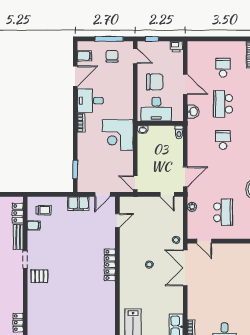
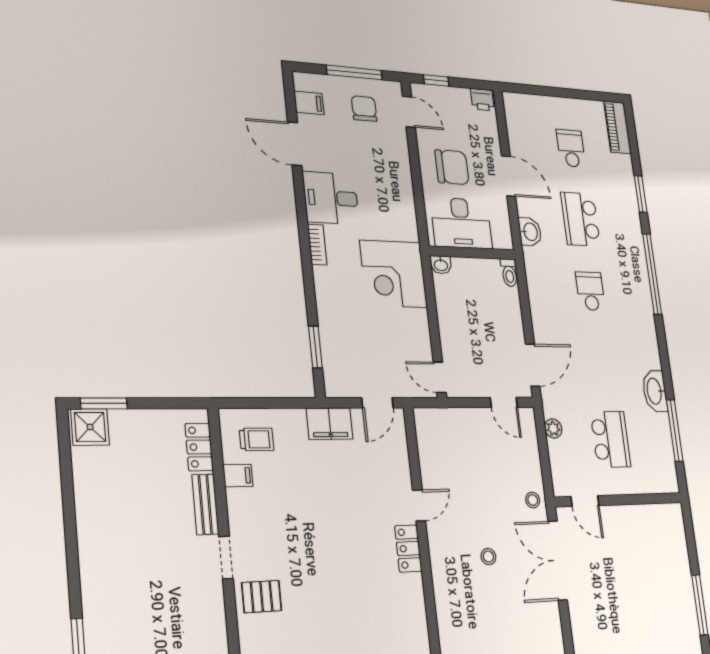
door: (75, 76) -> (295, 144), swing flipped
door: (117, 221) -> (419, 505), moved
locker: (110, 265) -> (408, 548), width x0.66

